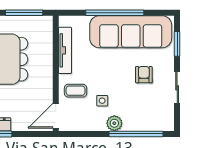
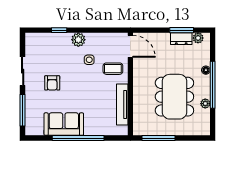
sofa: (131, 32) -> (64, 124), width x0.54, depth x0.79
window: (177, 44) -> (23, 110), width x1.44
door: (56, 116) -> (130, 46), hinge flipped
window: (136, 134) -> (59, 30), width x0.32

